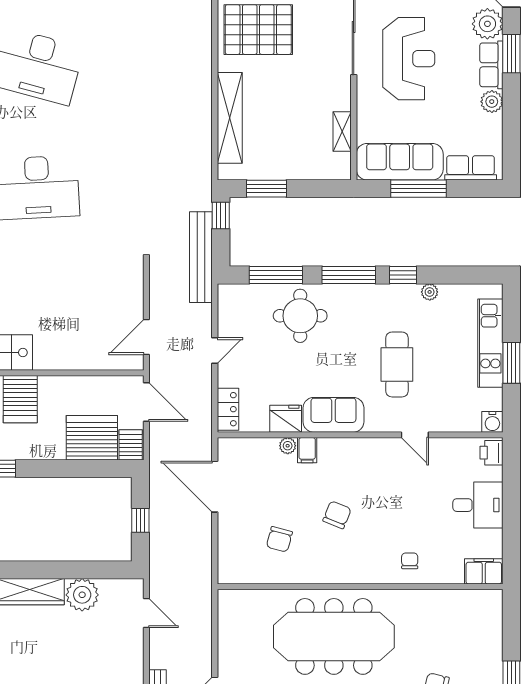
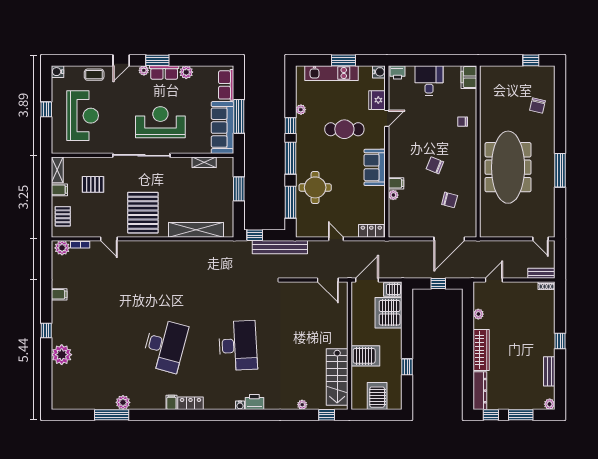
plant: (487, 24) -> (144, 70), width x0.53, depth x0.53
window: (266, 189) -> (239, 189), moved
fridge: (286, 419) -> (377, 100), moved
door: (215, 487) -> (449, 239), moved
plant: (82, 595) -> (478, 314), width x0.53, depth x0.53

